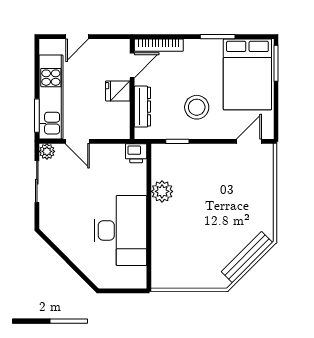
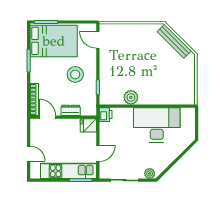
fridge: (118, 91) -> (88, 125), moved, turned 90
dresser: (142, 107) -> (71, 110), width x0.70
plant: (47, 151) -> (150, 174), moved

